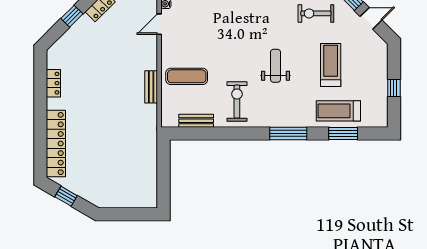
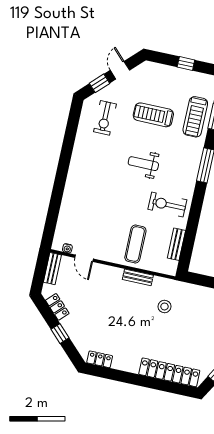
locker: (53, 83) -> (100, 359), moved
stool: (126, 123) -> (165, 306), added

